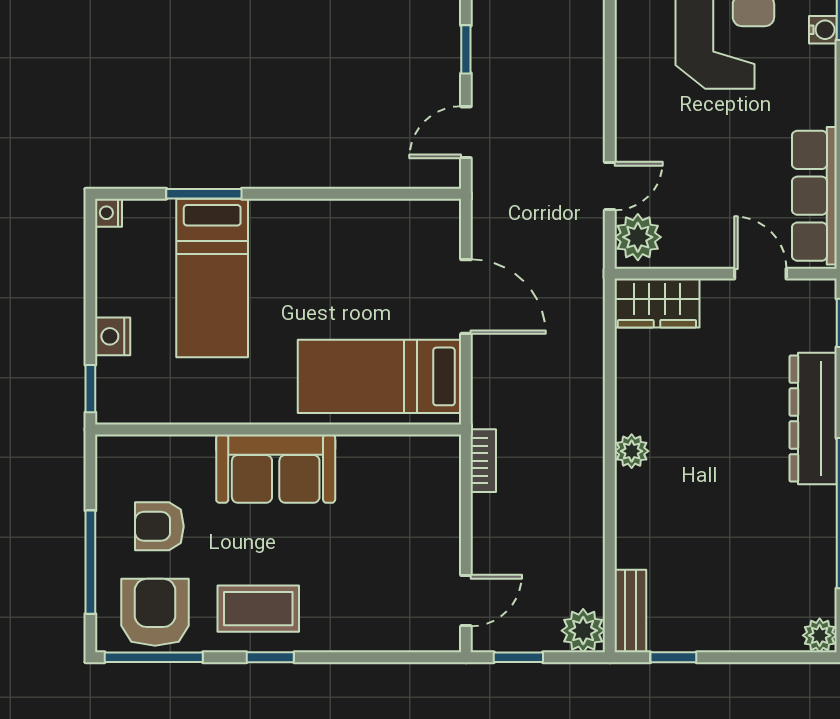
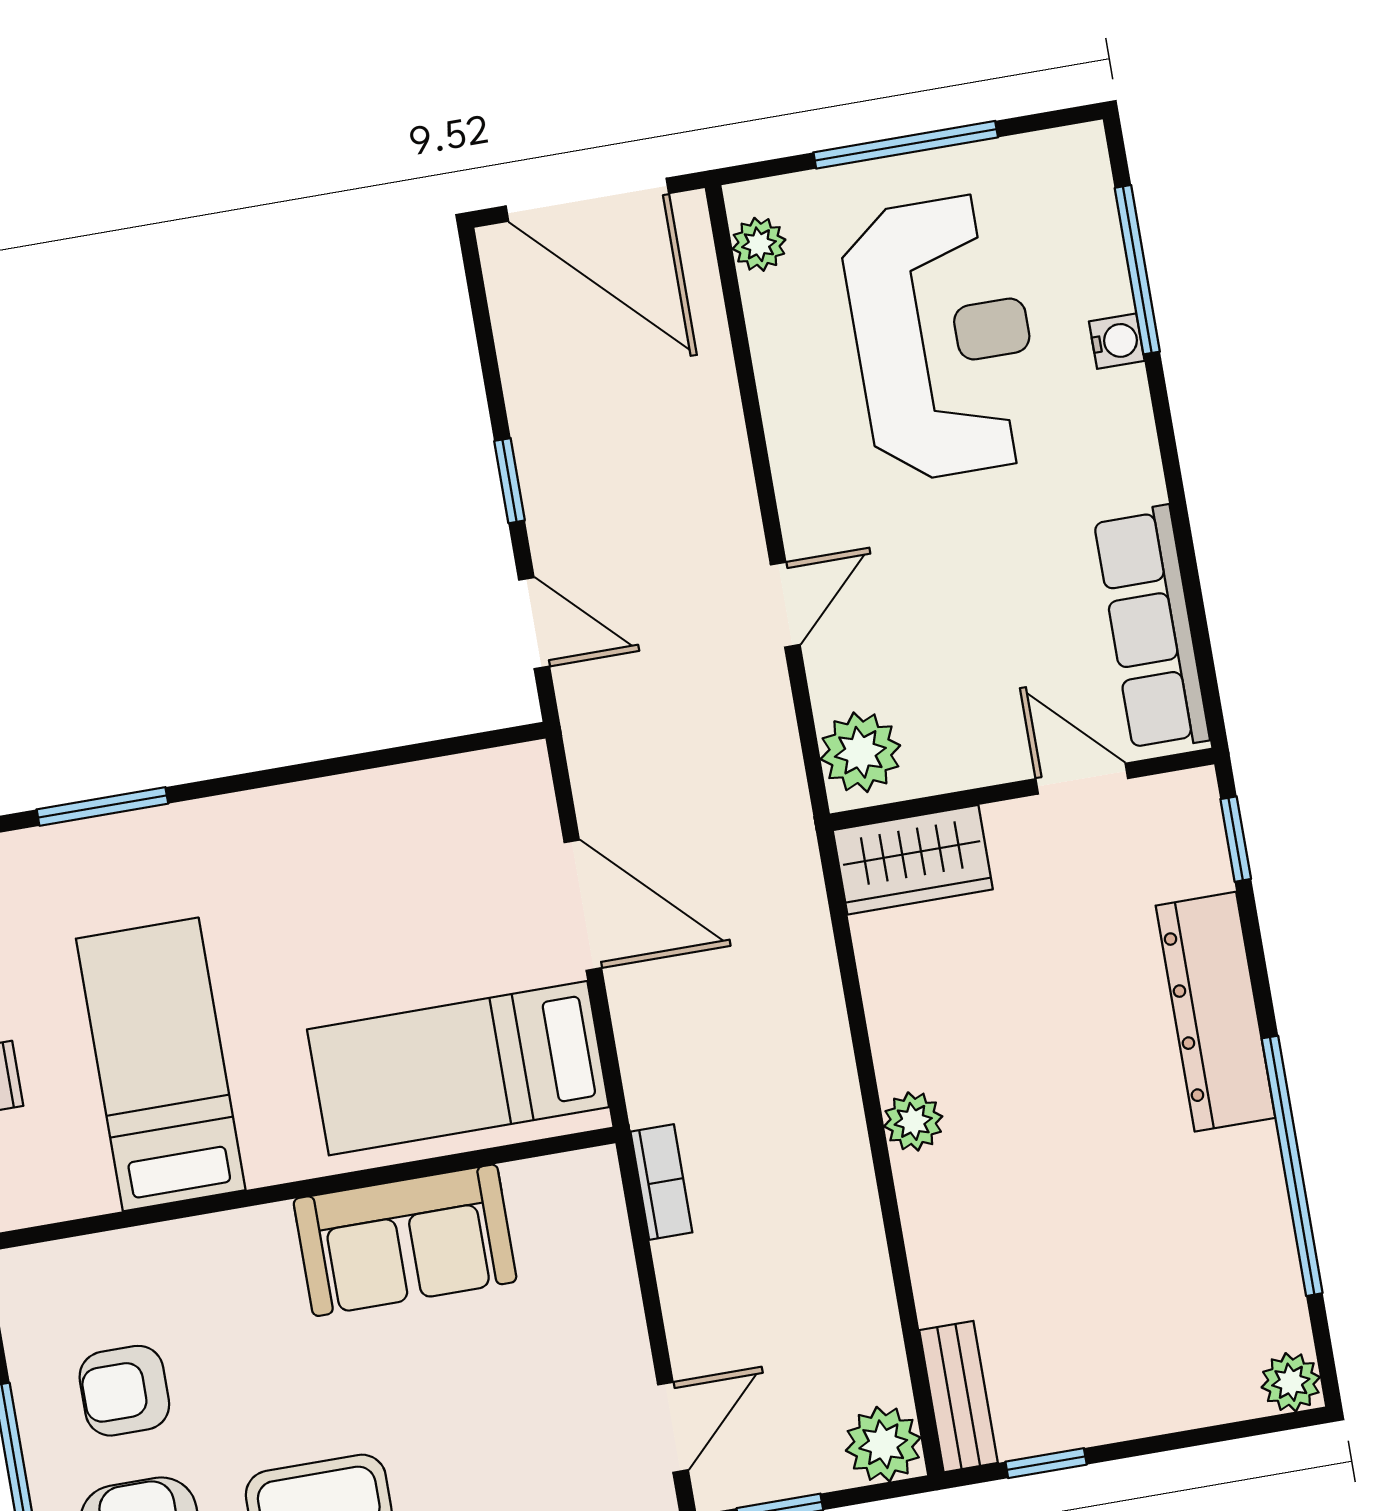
door: (466, 132) -> (534, 623), swing flipped
door: (610, 186) -> (785, 605), moved
bed: (212, 278) -> (161, 1064), moved, turned 180
sofa: (276, 469) -> (405, 1240), moved

